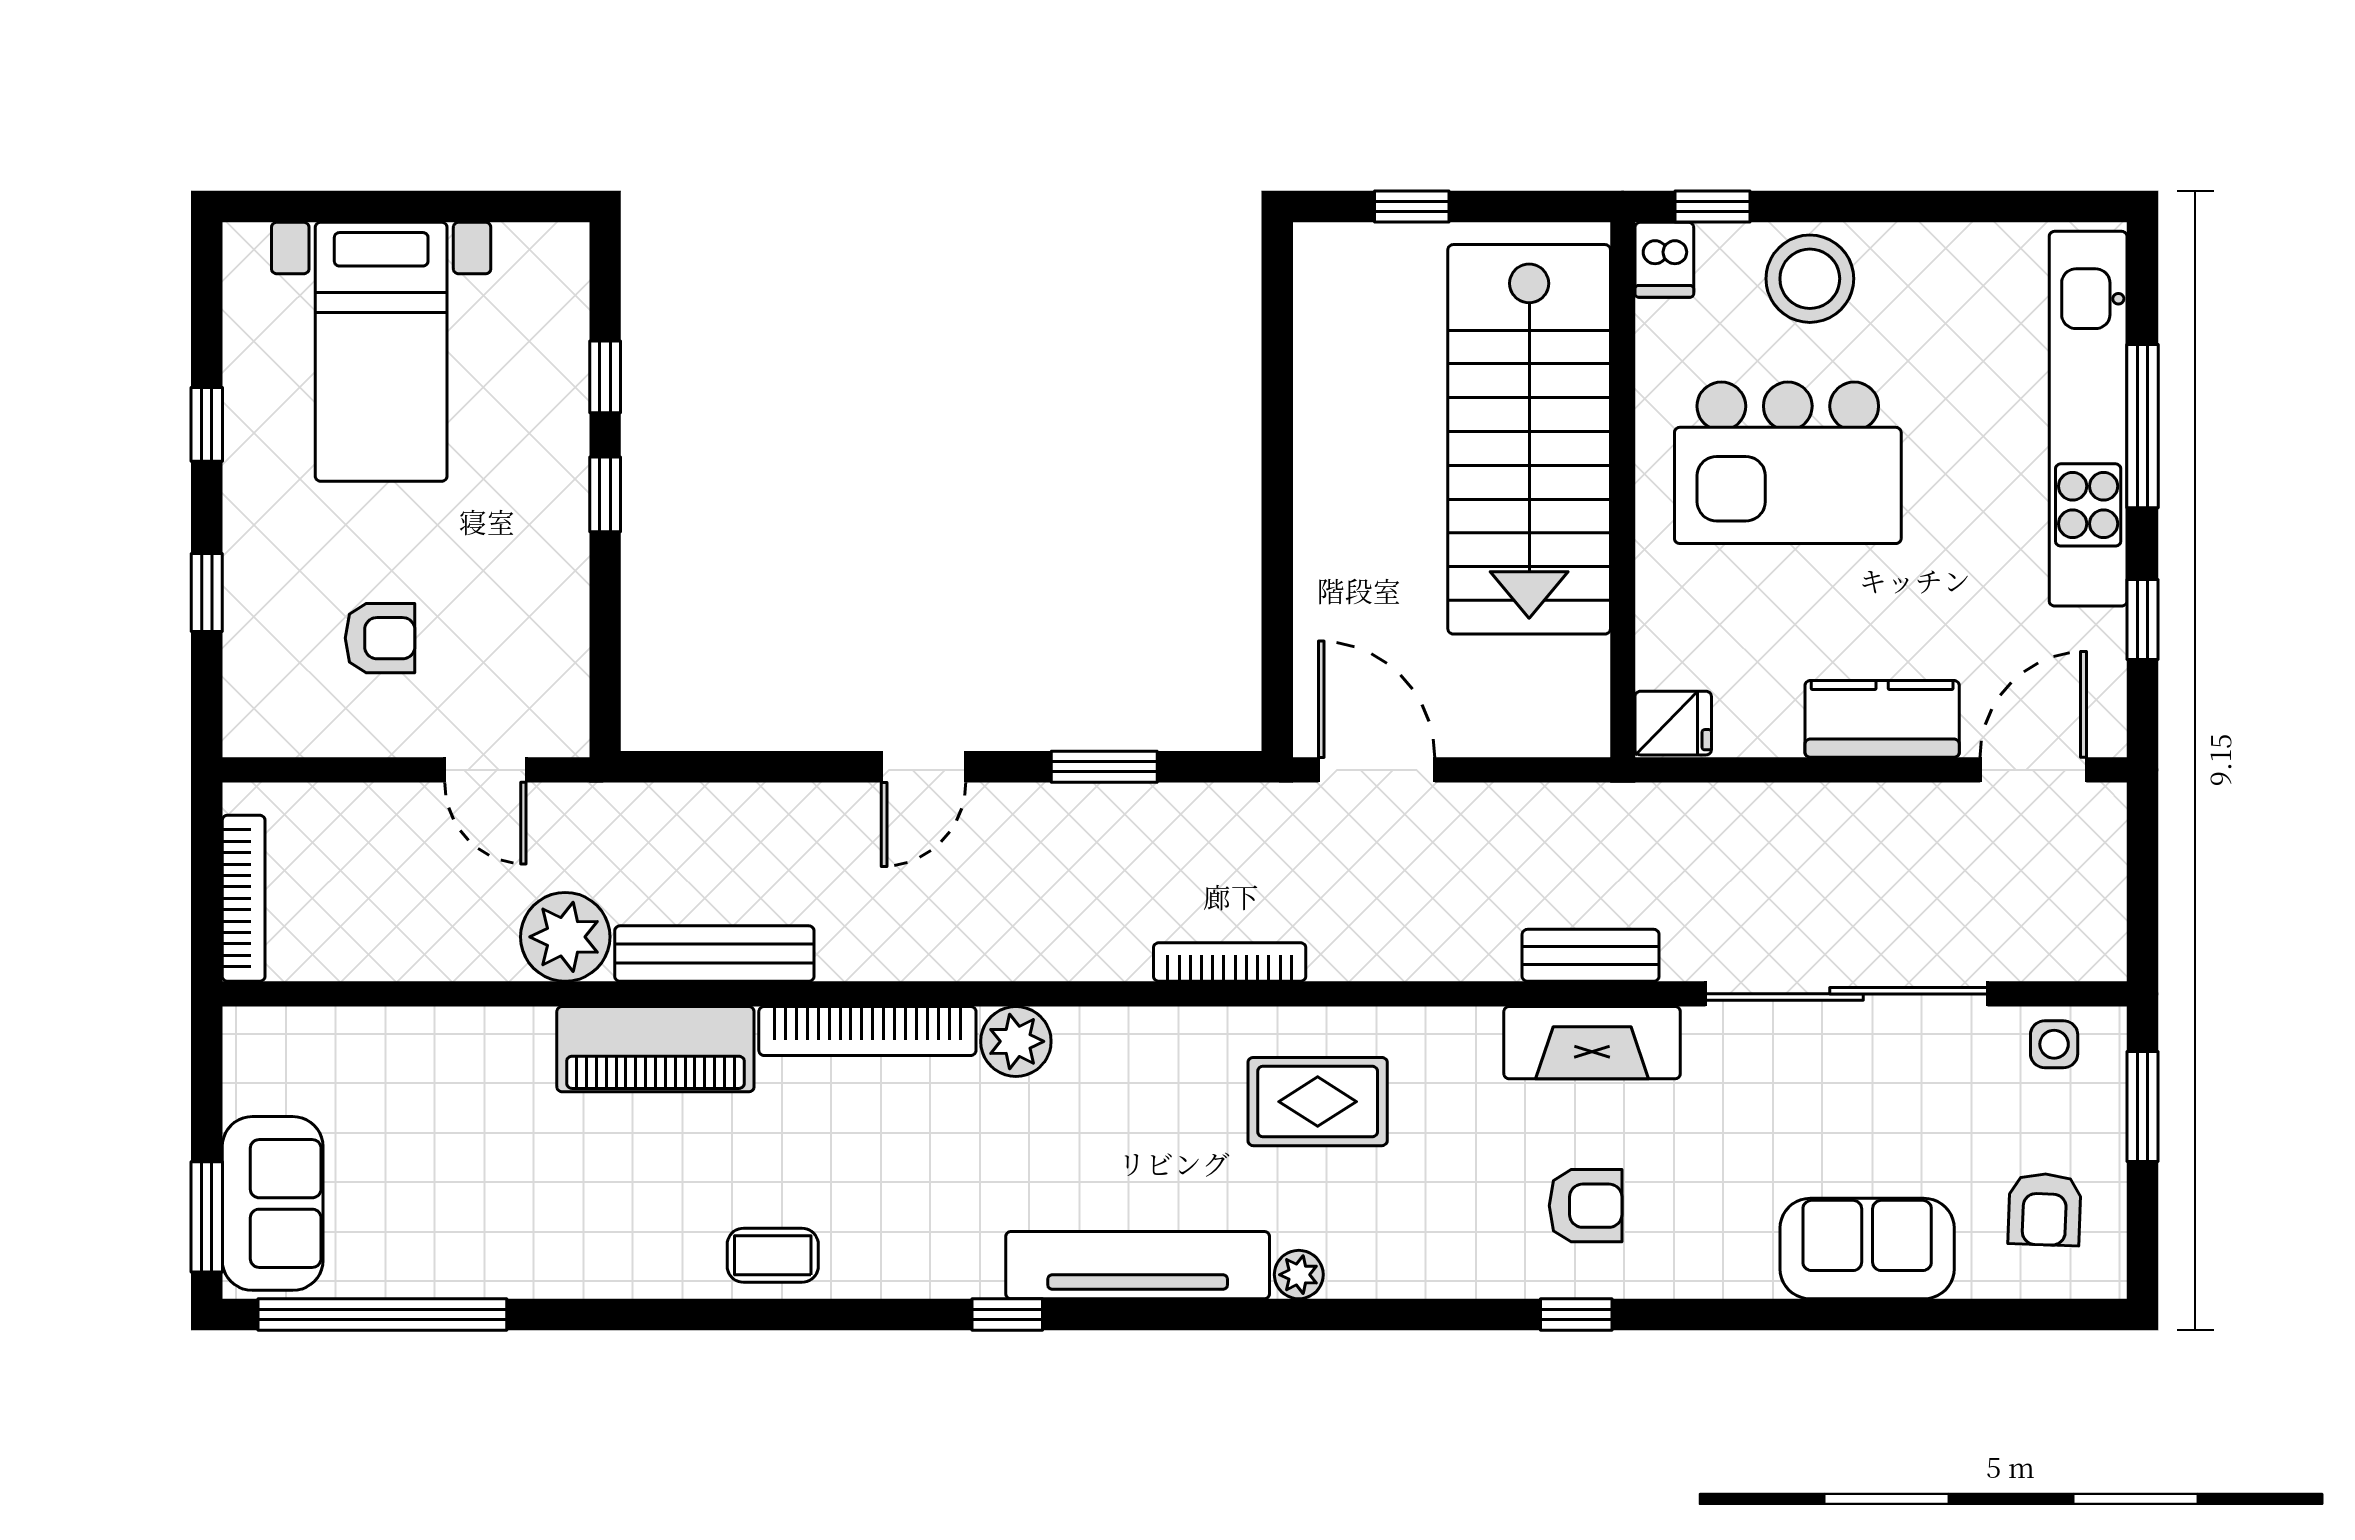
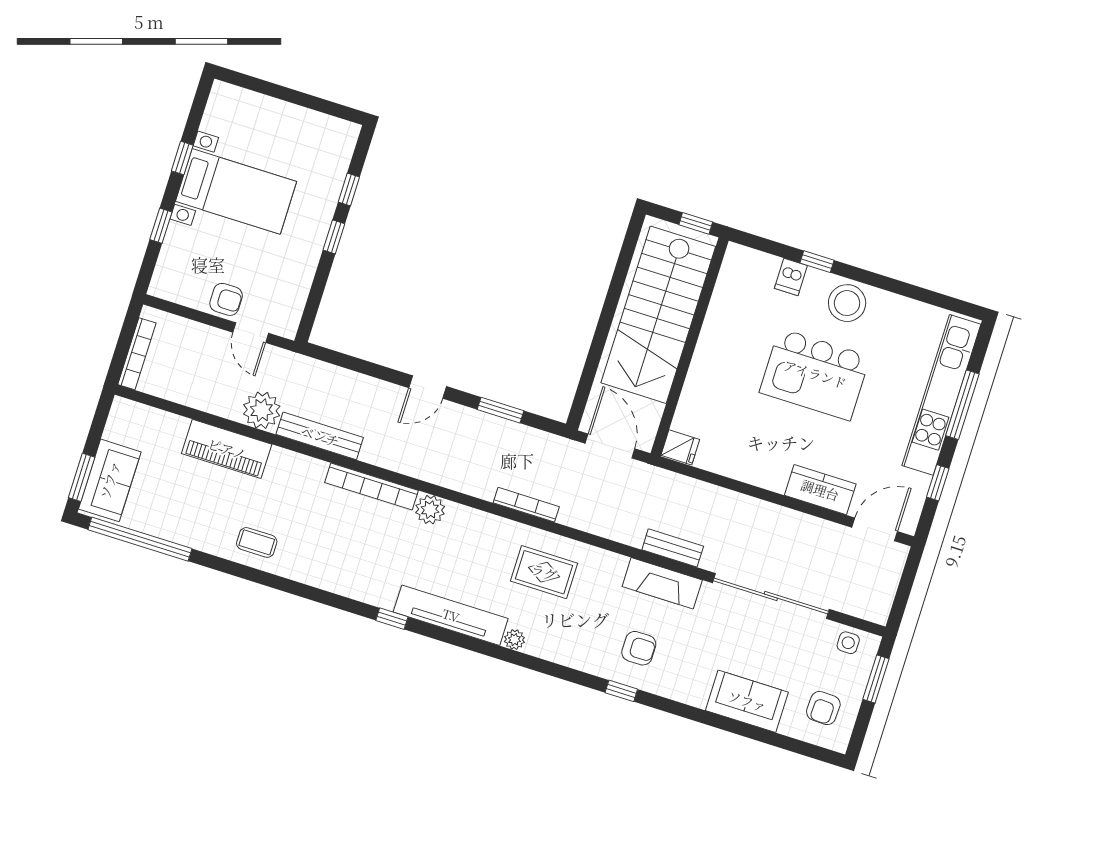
bed with nightstands: (381, 352) -> (236, 191), moved, turned -90
stairs: (1529, 439) -> (658, 315), moved
wall: (1623, 490) -> (690, 347), moved
armchair: (380, 638) -> (226, 299), moved
fridge: (1673, 723) -> (680, 447), moved
piano: (655, 1049) -> (227, 449), moved
coffee table: (773, 1255) -> (257, 542), moved

